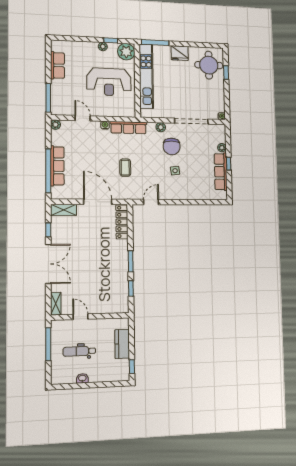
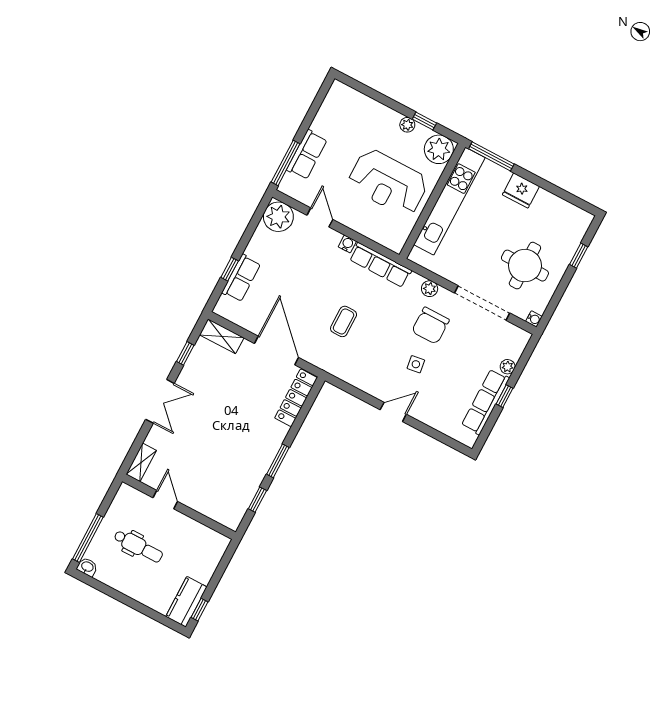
row of seats: (57, 65) -> (307, 155), moved
round table: (209, 65) -> (525, 266), moved
plant: (56, 125) -> (278, 217), width x1.88, depth x1.88
row of seats: (57, 166) -> (241, 278), width x0.68
window: (48, 171) -> (230, 269), width x0.32
door: (151, 202) -> (393, 412), moved
double door: (48, 264) -> (160, 401), width x0.73
window: (48, 344) -> (88, 538), moved
kitchen counter: (122, 344) -> (186, 602), moved
dental chair: (79, 351) -> (138, 546), turned 180
washbasin: (82, 378) -> (87, 567), moved

